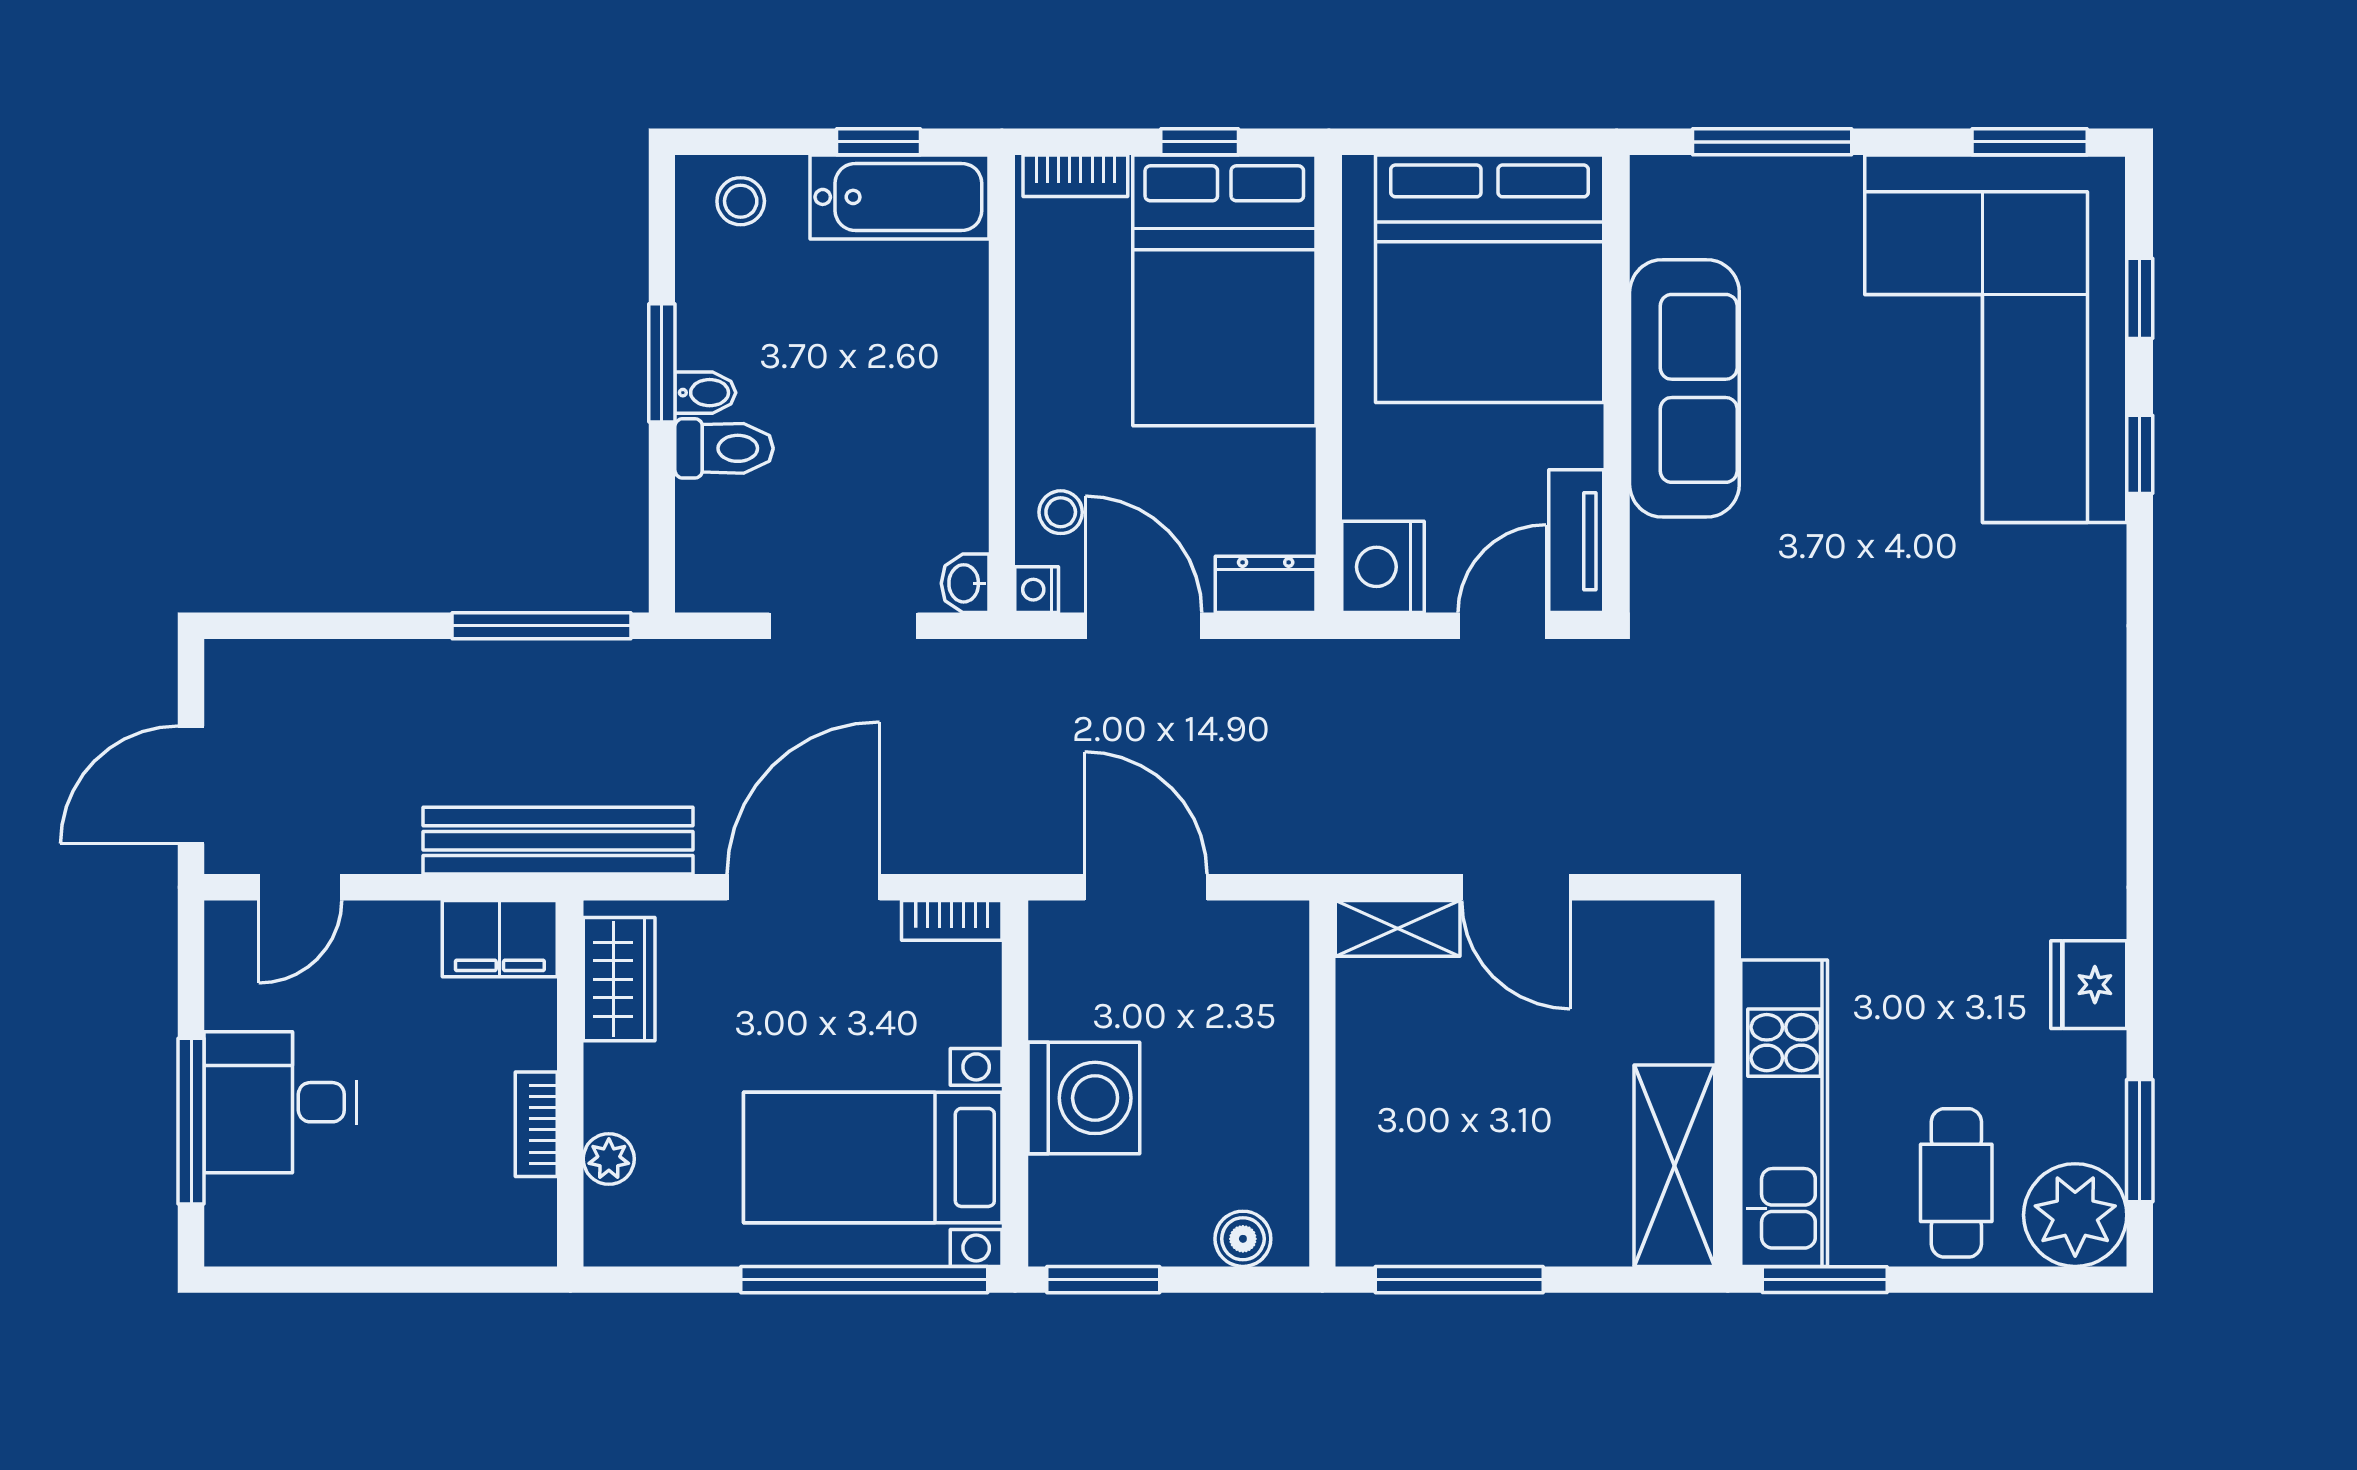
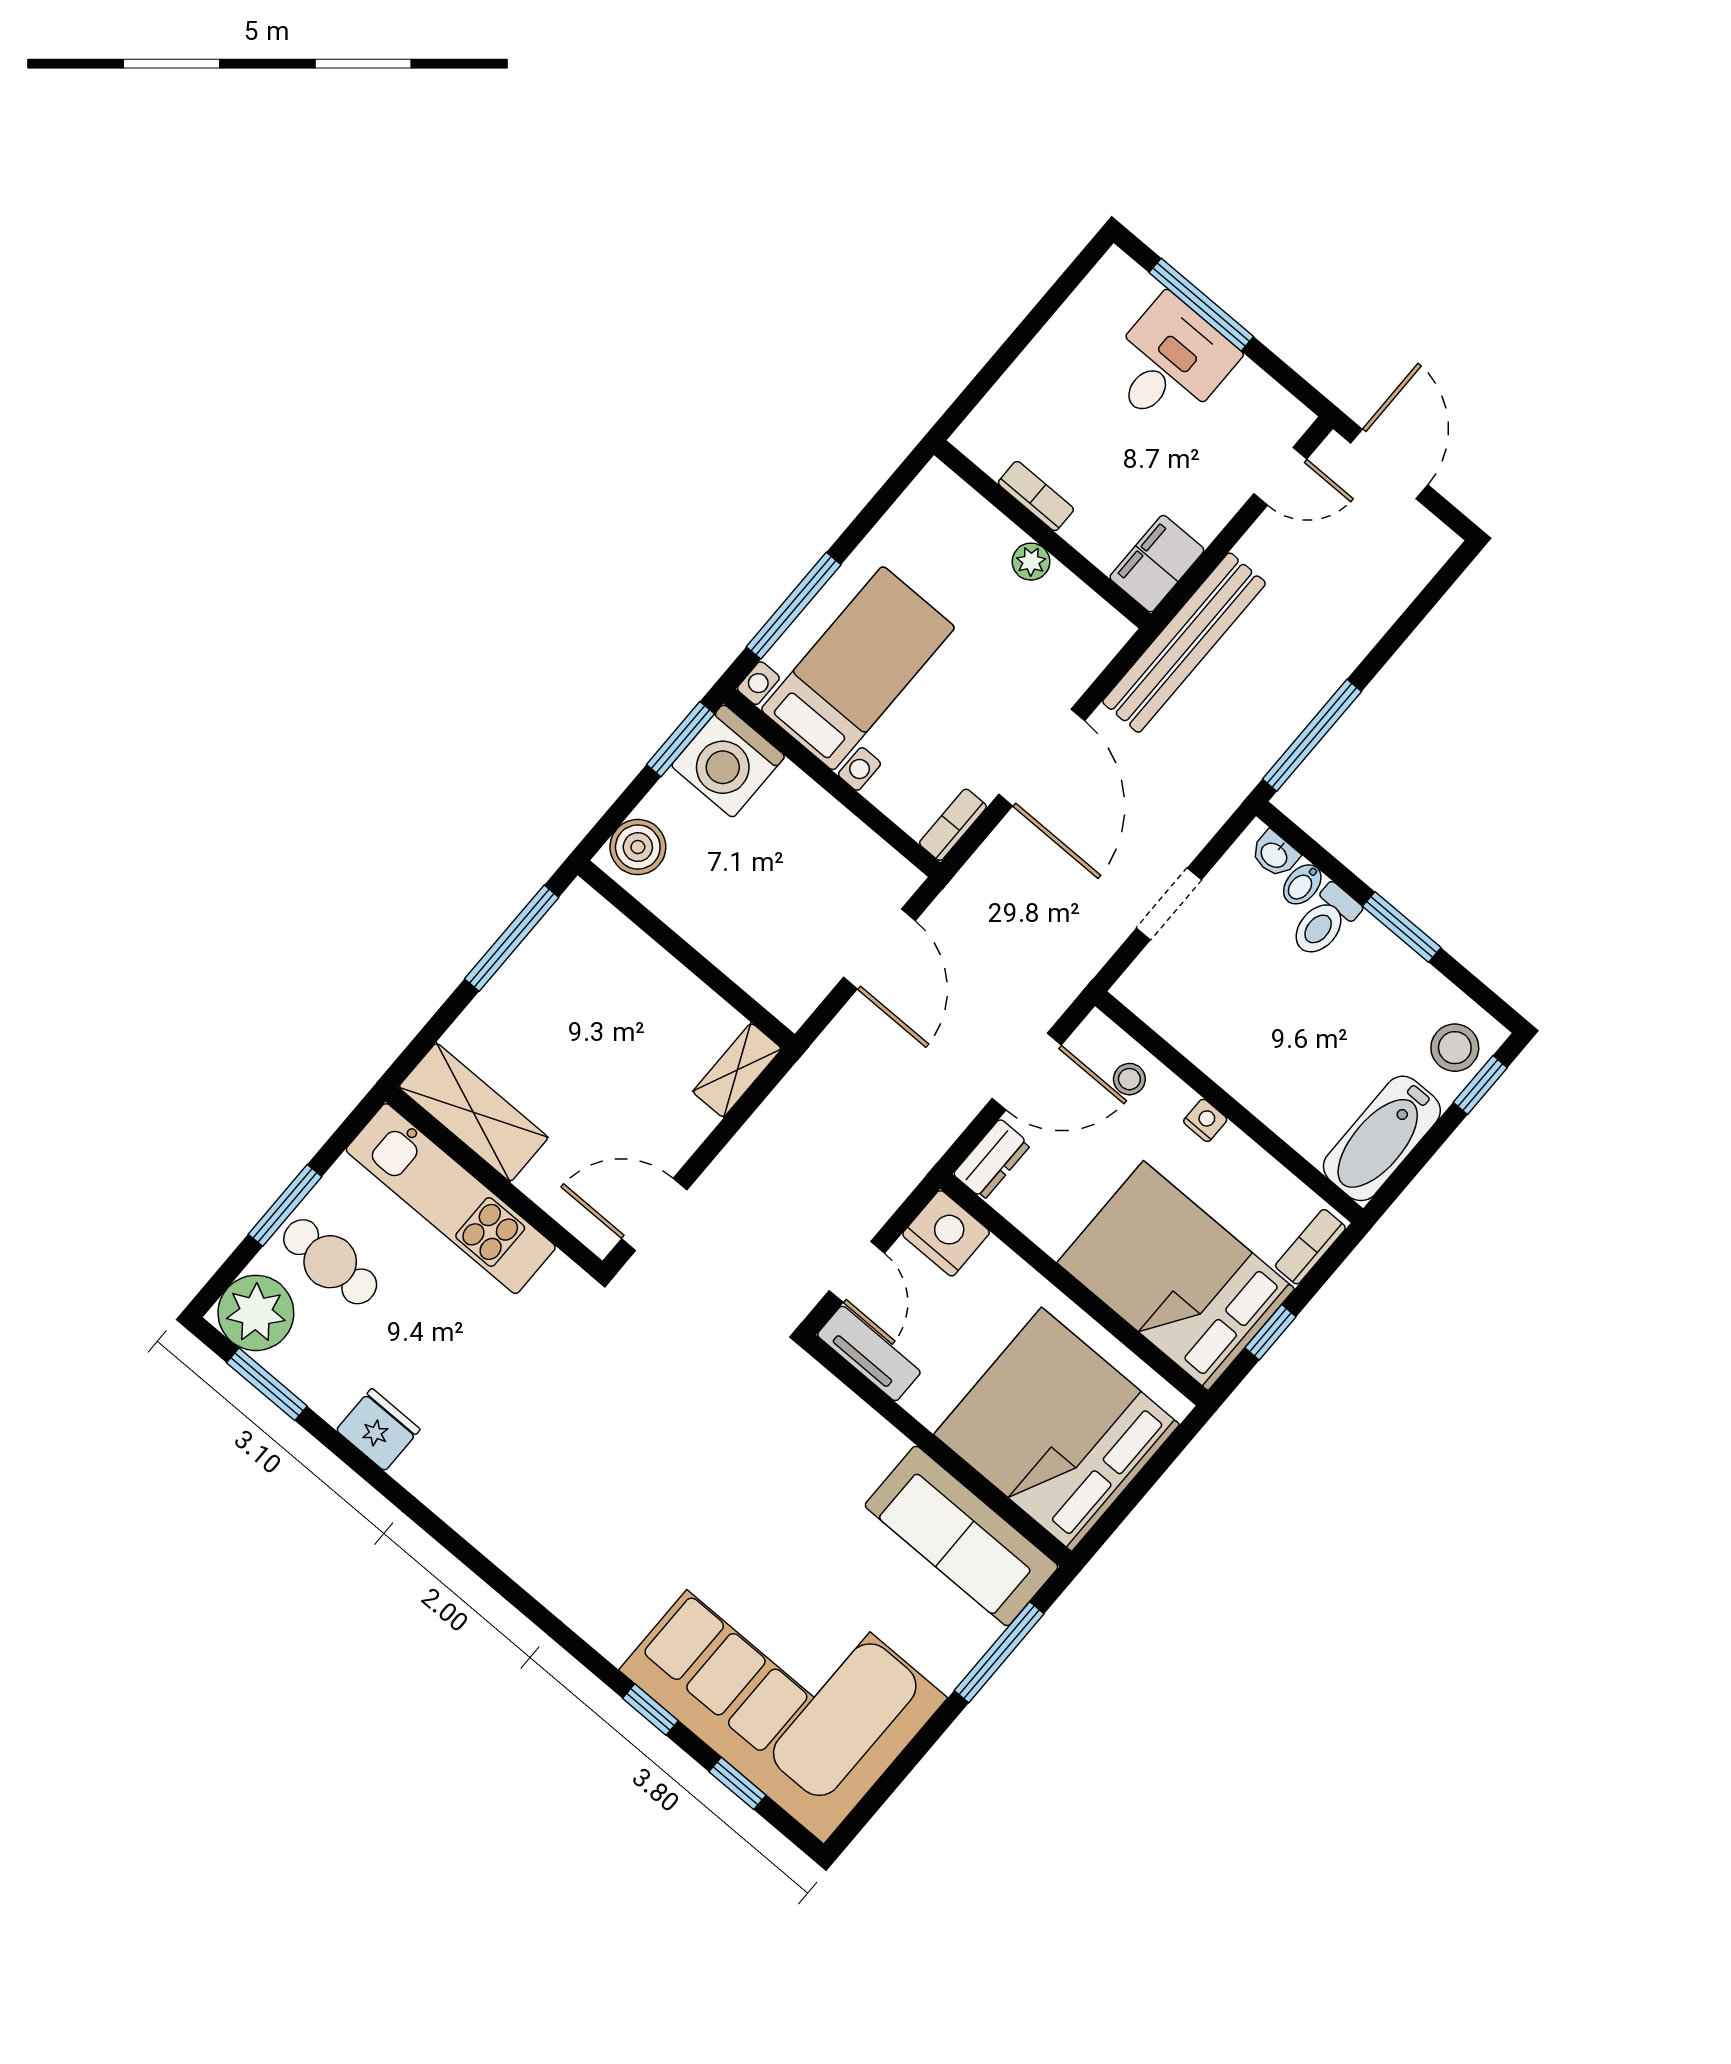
window: (878, 142) -> (1480, 1085), moved
window: (2030, 142) -> (877, 1796), removed
stool: (741, 201) -> (1455, 1048), width x1.37, depth x1.37
sofa: (1684, 388) -> (961, 1536), moved
bidet: (705, 393) -> (1302, 884), moved
washbasin: (965, 583) -> (1275, 854), moved, turned 180
nightstand: (1037, 590) -> (1205, 1120), moved
doorway: (843, 626) -> (1169, 904), width x0.73
door: (300, 887) -> (1280, 476), swing flipped
door: (1146, 887) -> (879, 949), hinge flipped
door: (1516, 887) -> (654, 1214), moved
wardrobe: (619, 979) -> (1078, 611), removed
washing machine: (1084, 1098) -> (728, 761), moved
plant: (609, 1159) -> (1031, 562), moved
boiler: (1243, 1239) -> (638, 847), width x1.36, depth x1.36
window: (864, 1280) -> (794, 606), width x0.68
window: (1825, 1280) -> (285, 1205), moved

